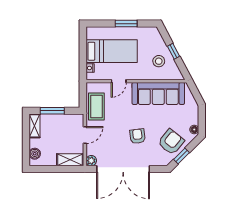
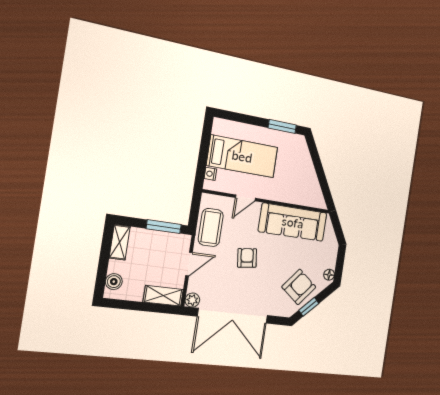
window: (126, 24) -> (282, 126), moved
window: (174, 51) -> (320, 171), removed
stool: (159, 61) -> (300, 180), removed
window: (52, 111) -> (164, 227), moved
armchair: (138, 136) -> (247, 258), moved

